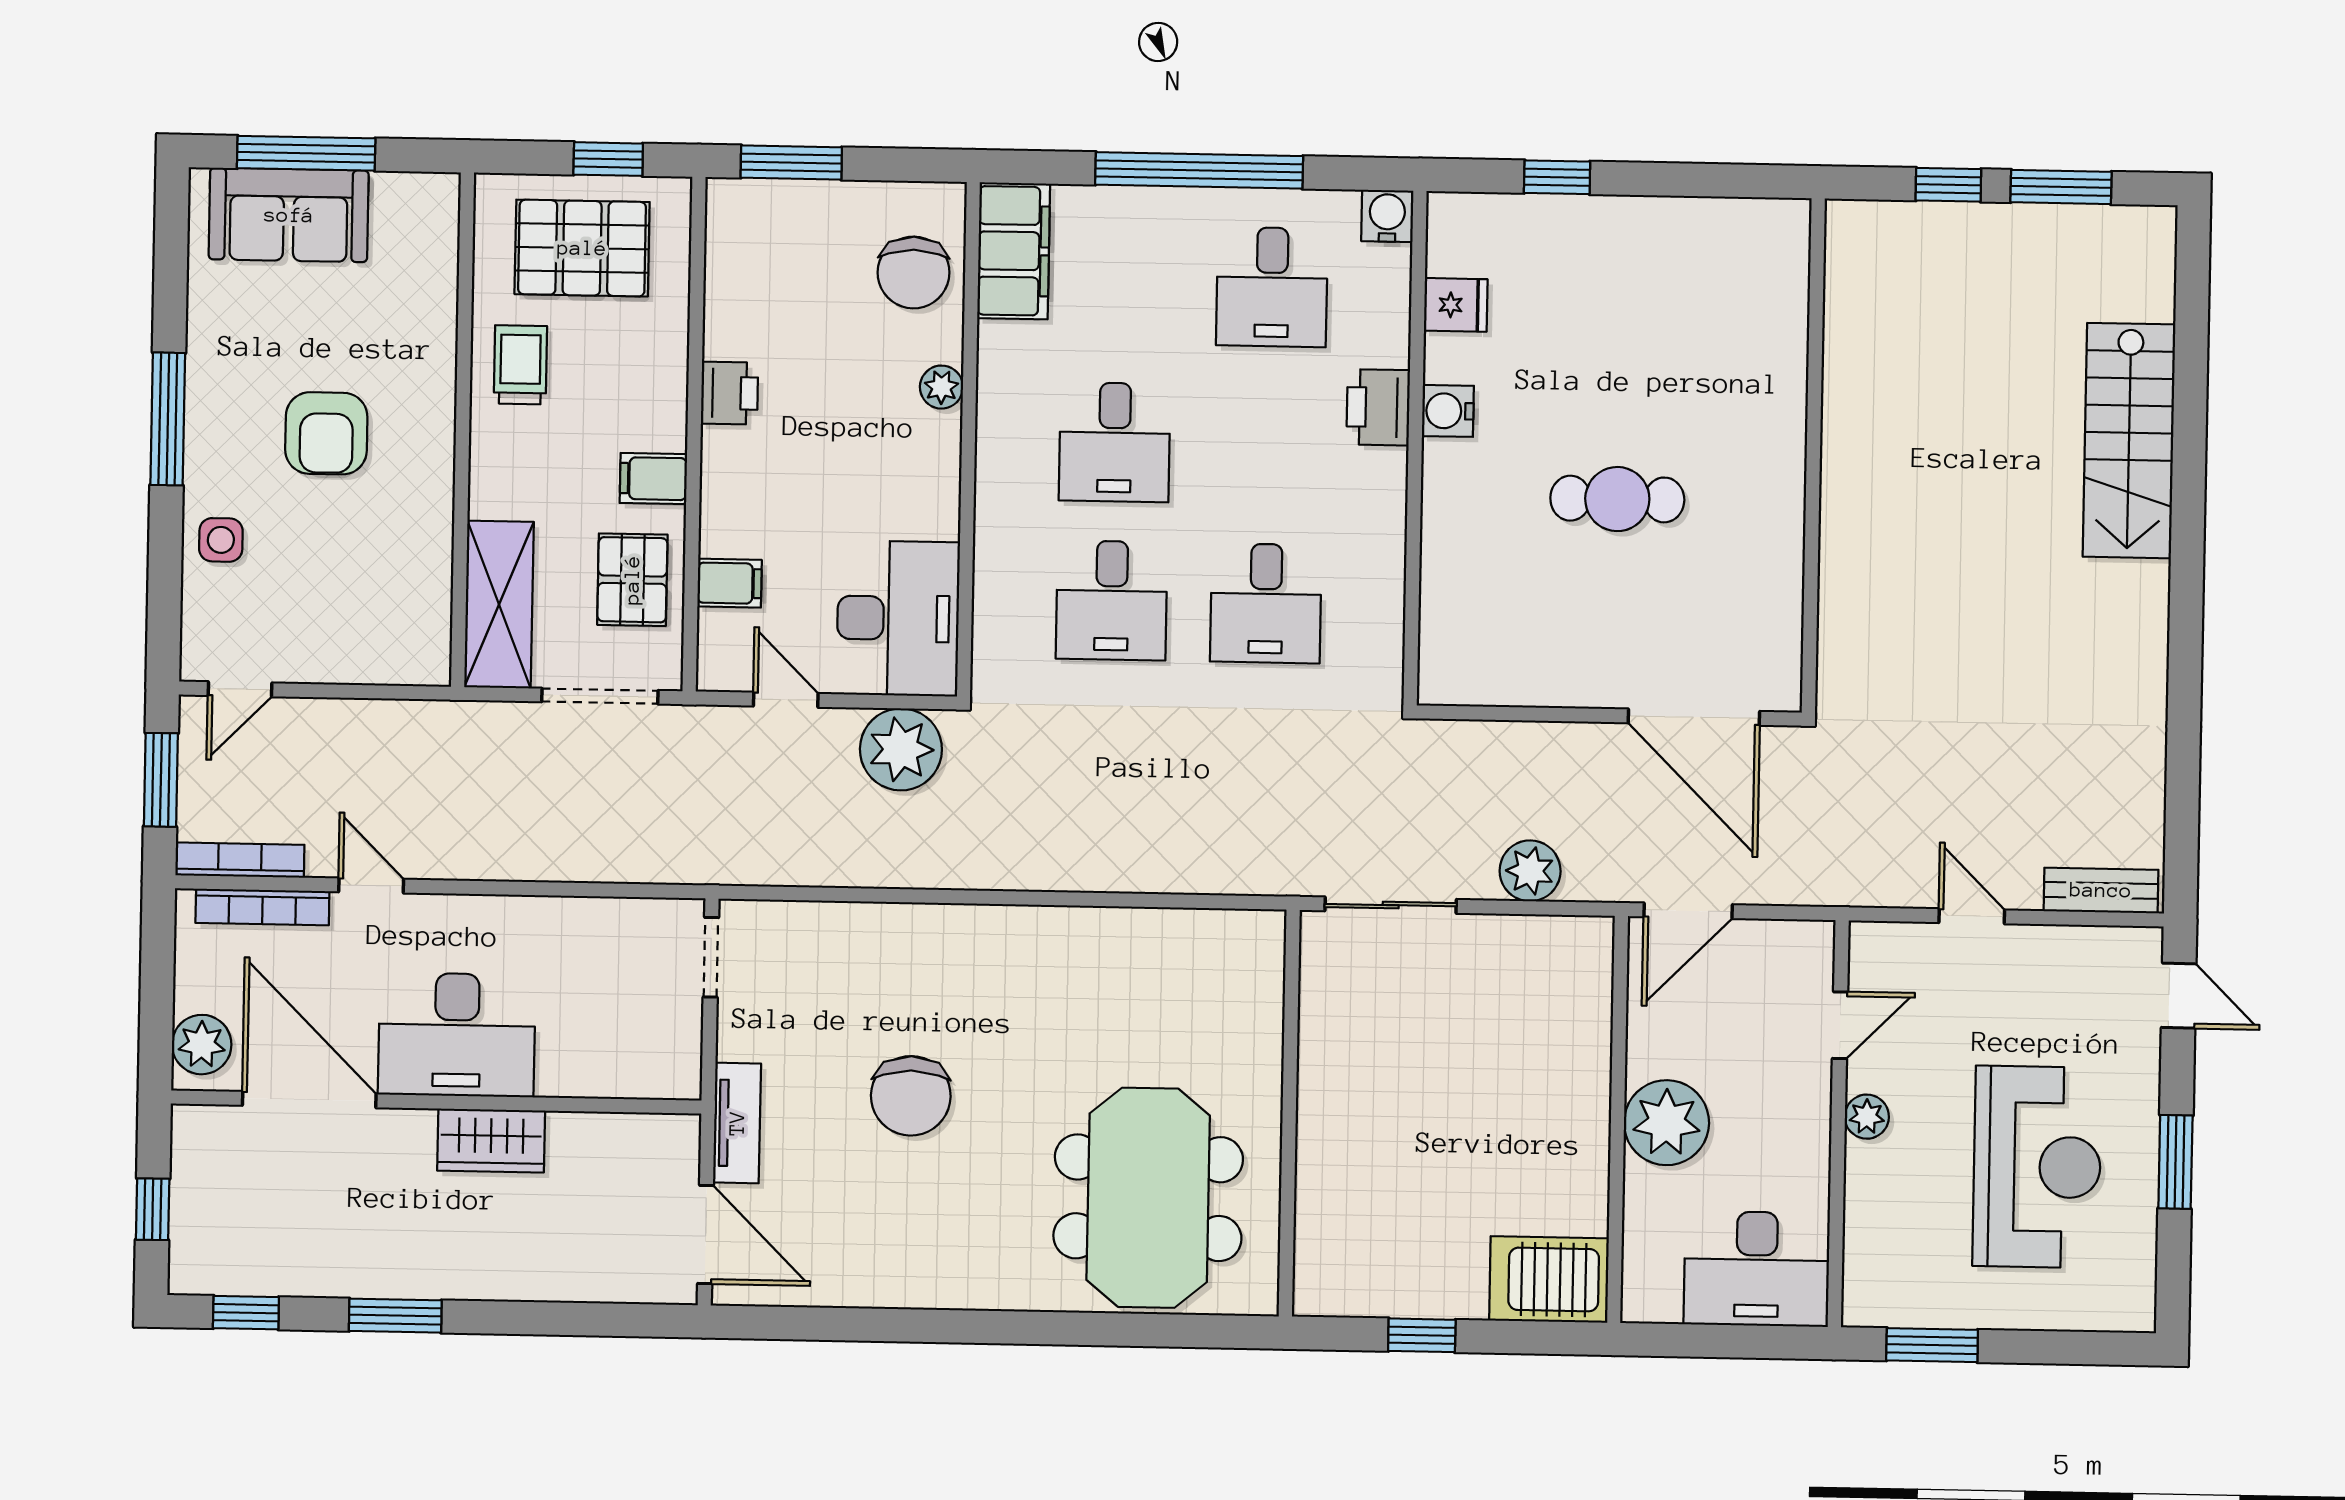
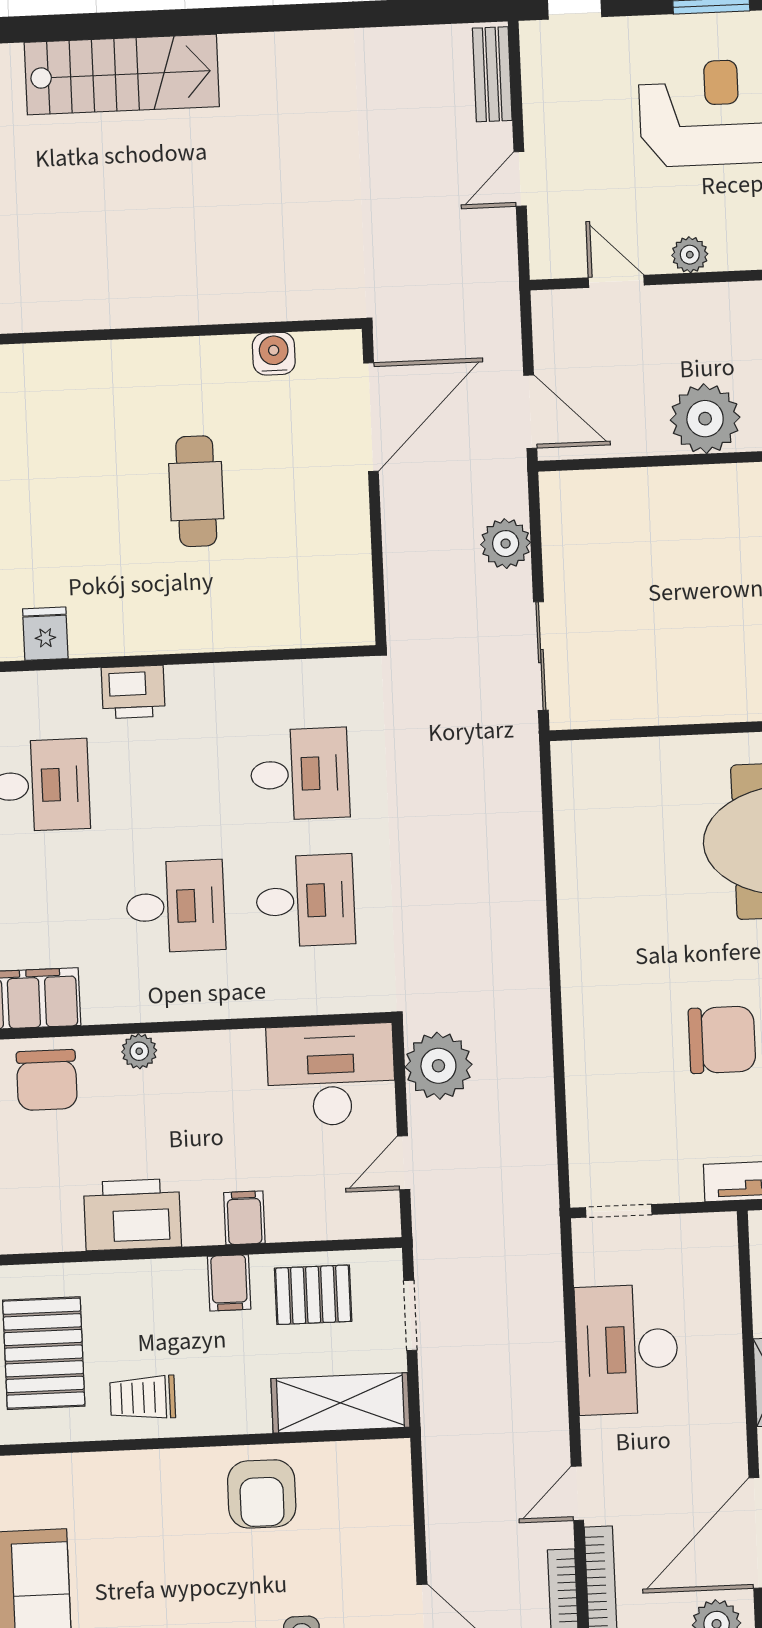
chair: (913, 273) -> (47, 1080), turned 90
printer: (729, 393) -> (132, 1215), width x1.87, depth x1.48
water cooler: (1448, 411) -> (274, 354), moved, turned 180
armchair: (326, 433) -> (262, 1494), moved, turned 90
filing cabinet: (729, 583) -> (244, 1218), moved
doorway: (600, 696) -> (410, 1315), width x0.73
desk: (457, 1035) -> (627, 1349), moved, turned 180

